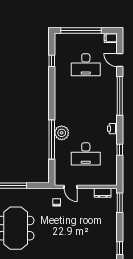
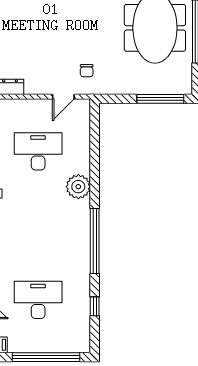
window: (52, 139) -> (95, 241), moved
door: (71, 187) -> (63, 97), swing flipped

